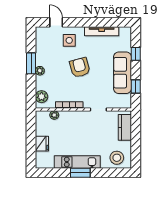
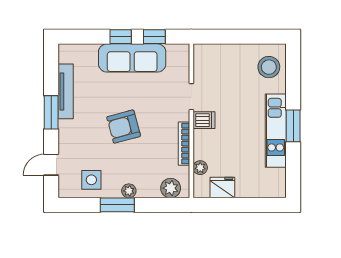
window: (89, 22) -> (51, 112), added
side table: (69, 40) -> (91, 180), moved
window: (136, 54) -> (121, 37), moved
dishwasher: (84, 117) -> (204, 120), added
kitchen counter: (125, 127) -> (220, 54), removed
fridge: (42, 144) -> (222, 188), moved

